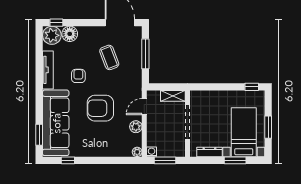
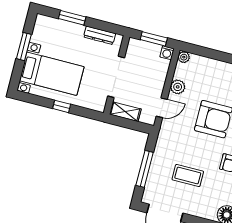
coffee table: (109, 57) -> (188, 176), turned -69
window: (252, 87) -> (62, 106), moved
bed with nightstands: (244, 132) -> (52, 74), moved, turned -90

